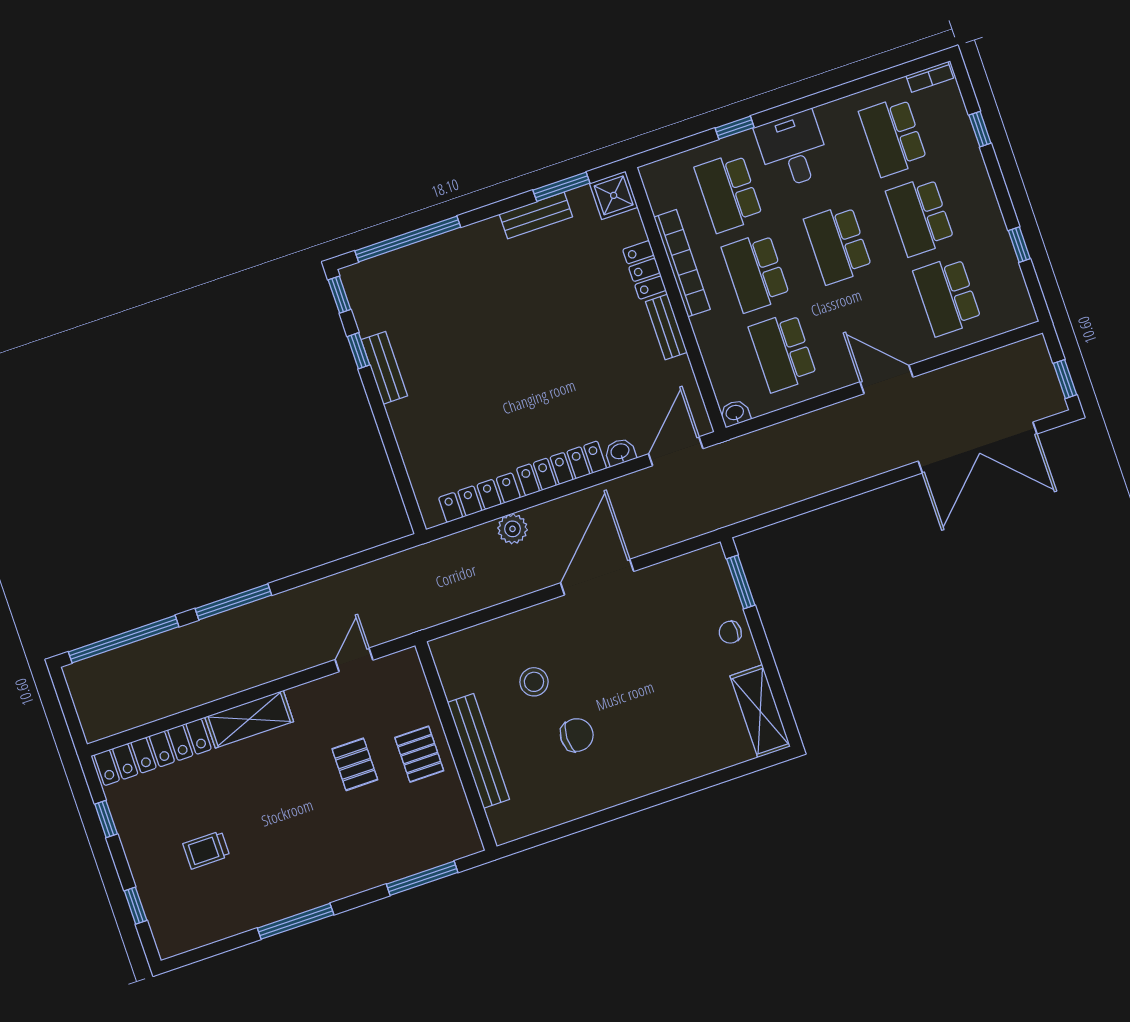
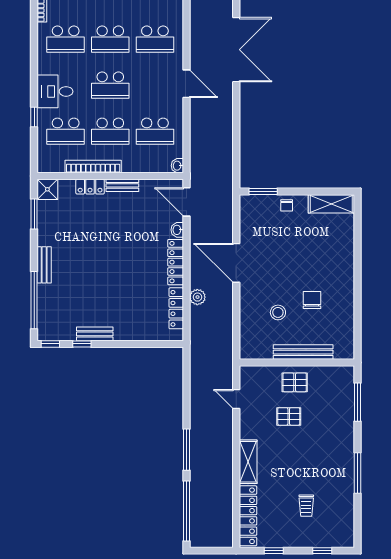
bench: (536, 215) -> (44, 265), moved
door: (887, 379) -> (186, 84), swing flipped

